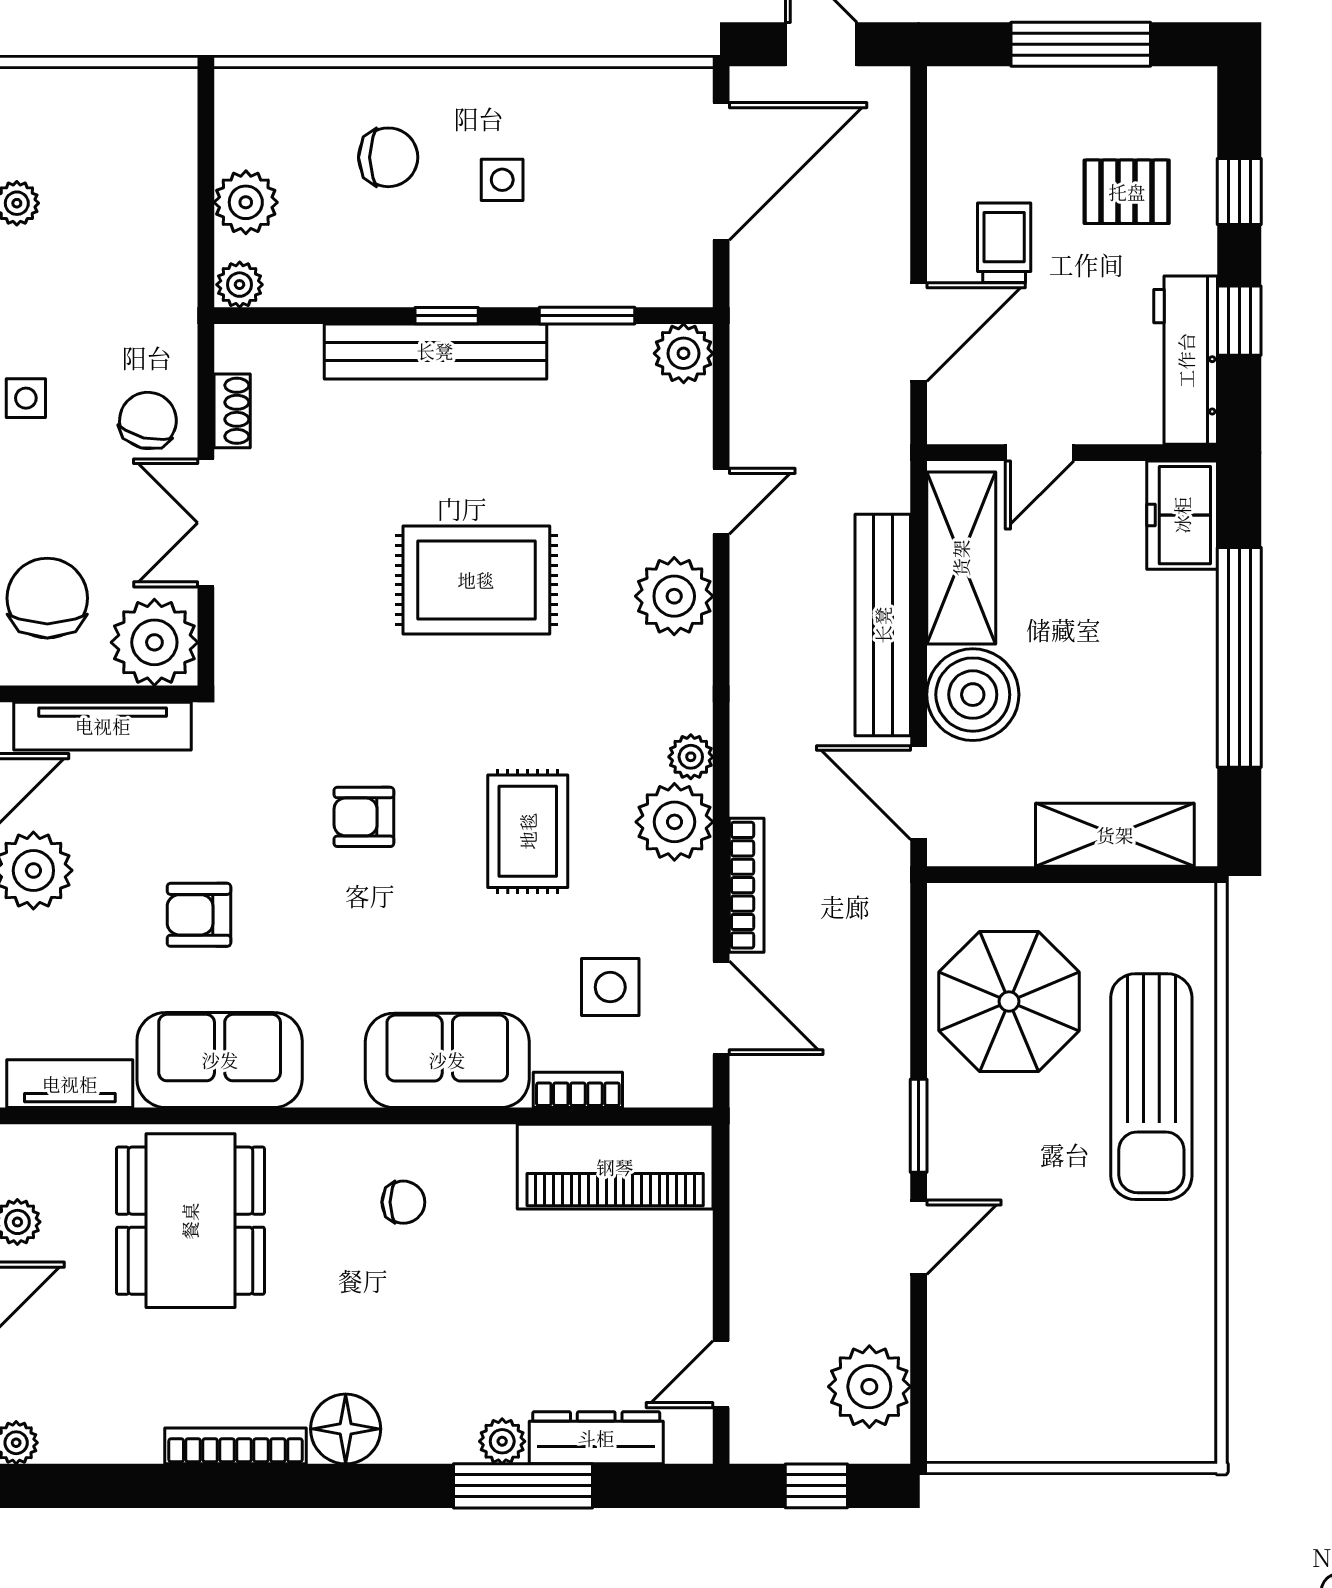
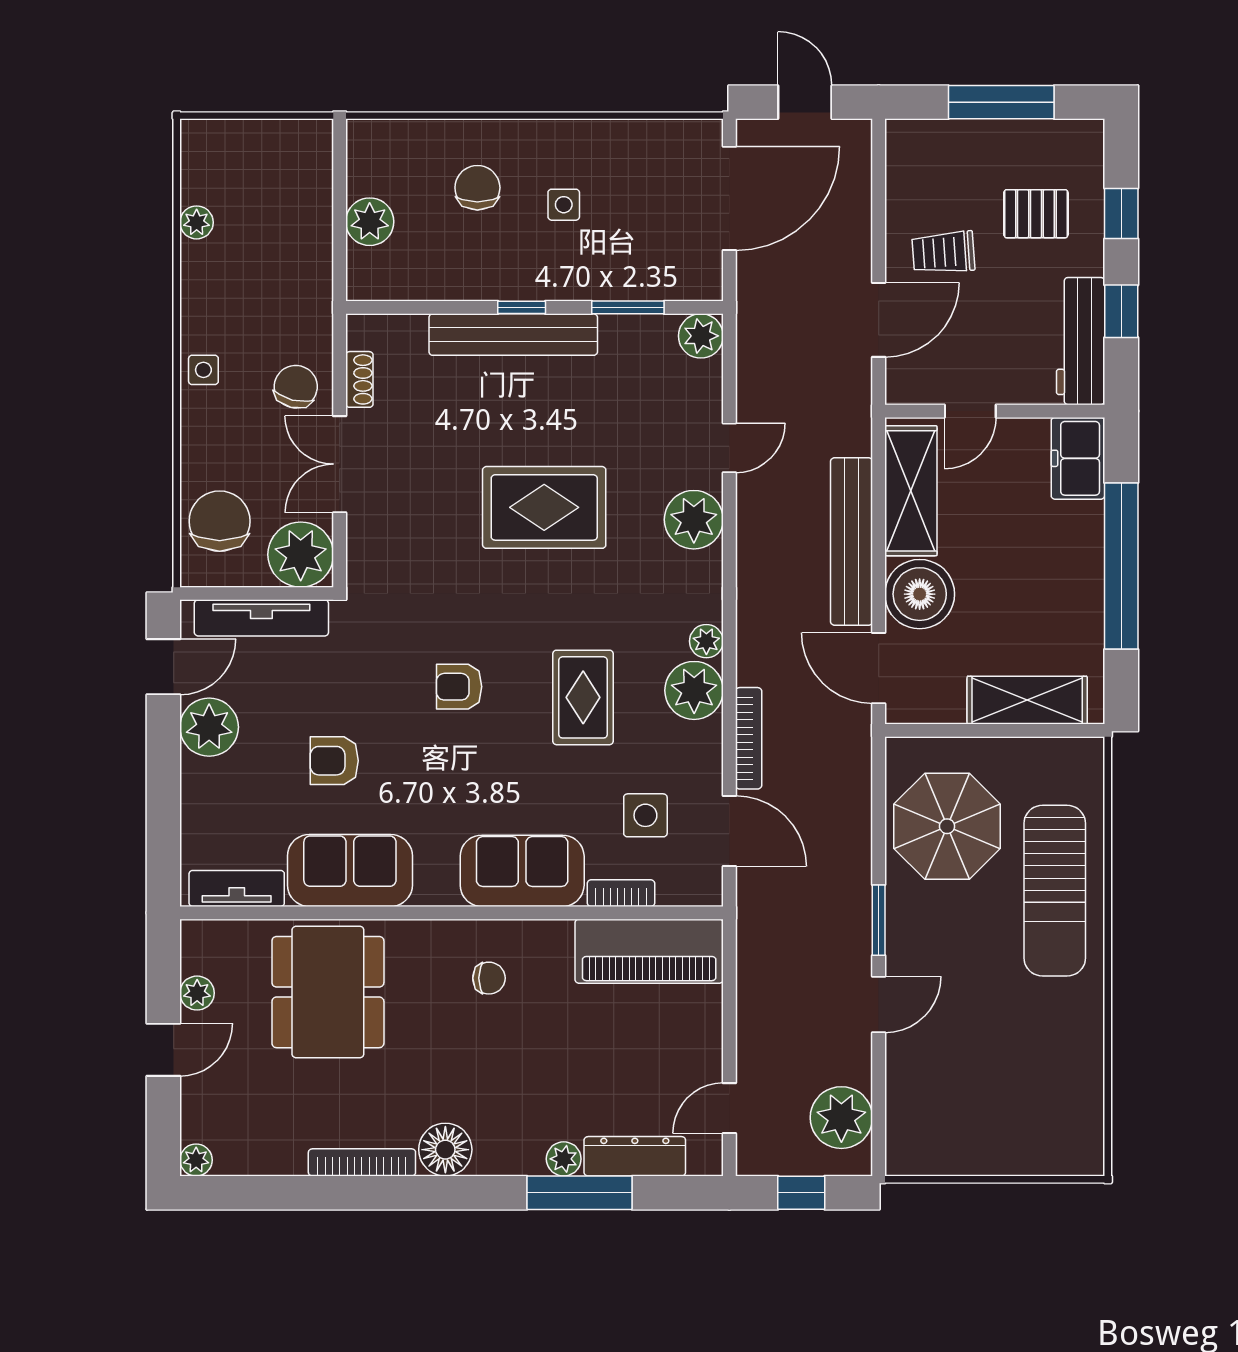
chair: (388, 157) -> (477, 188), turned -90
trolley: (1004, 243) -> (943, 252), turned -94
plant: (240, 285) -> (365, 284), removed

